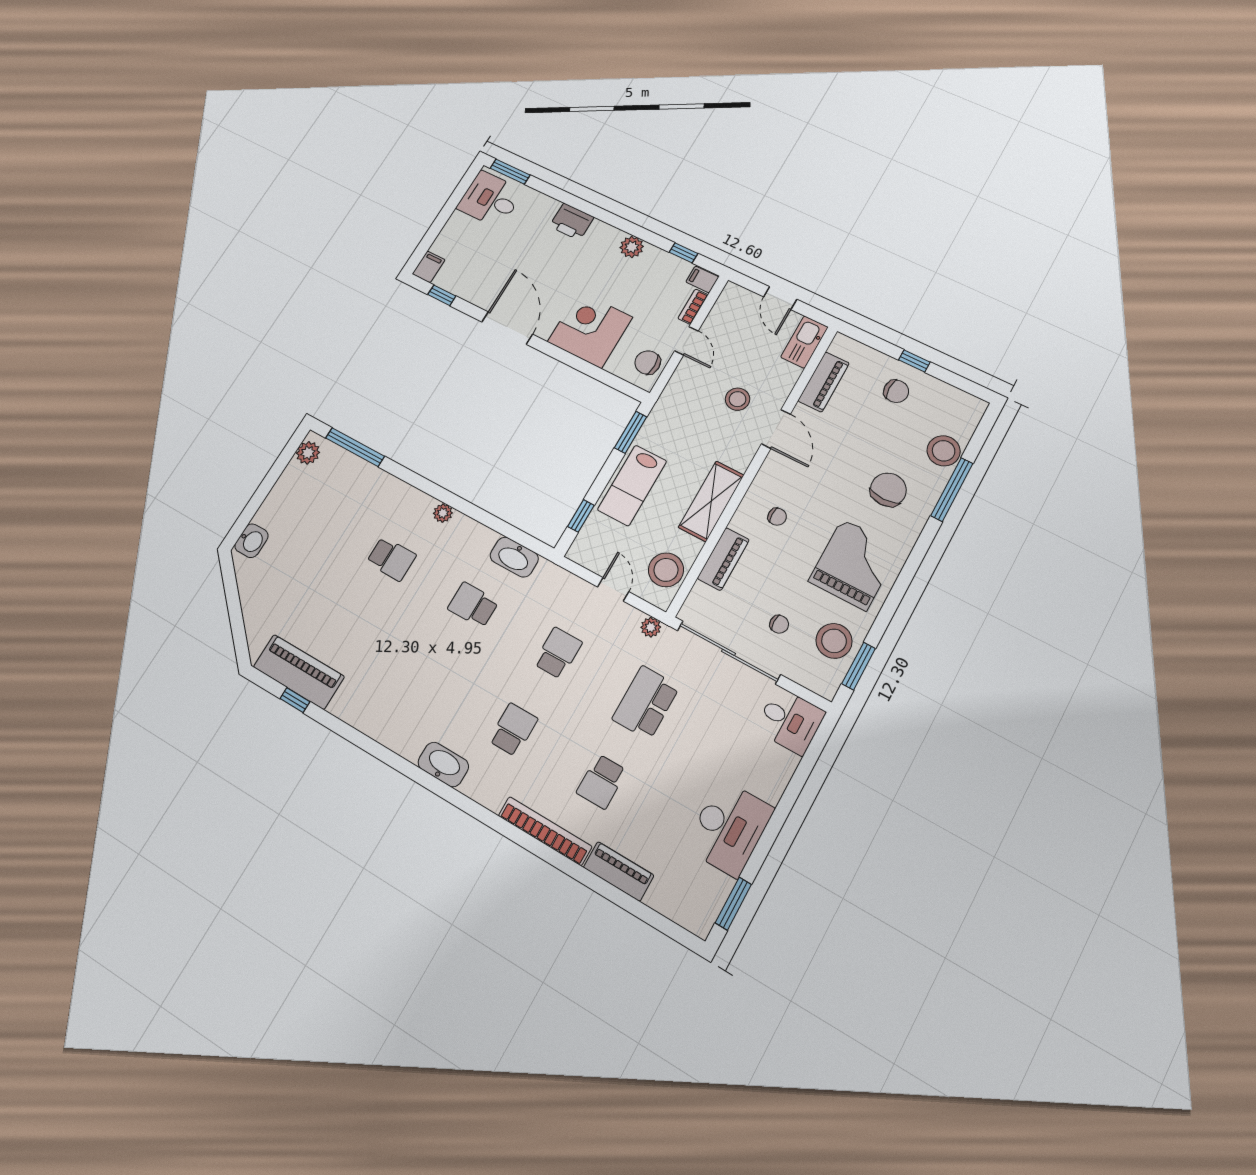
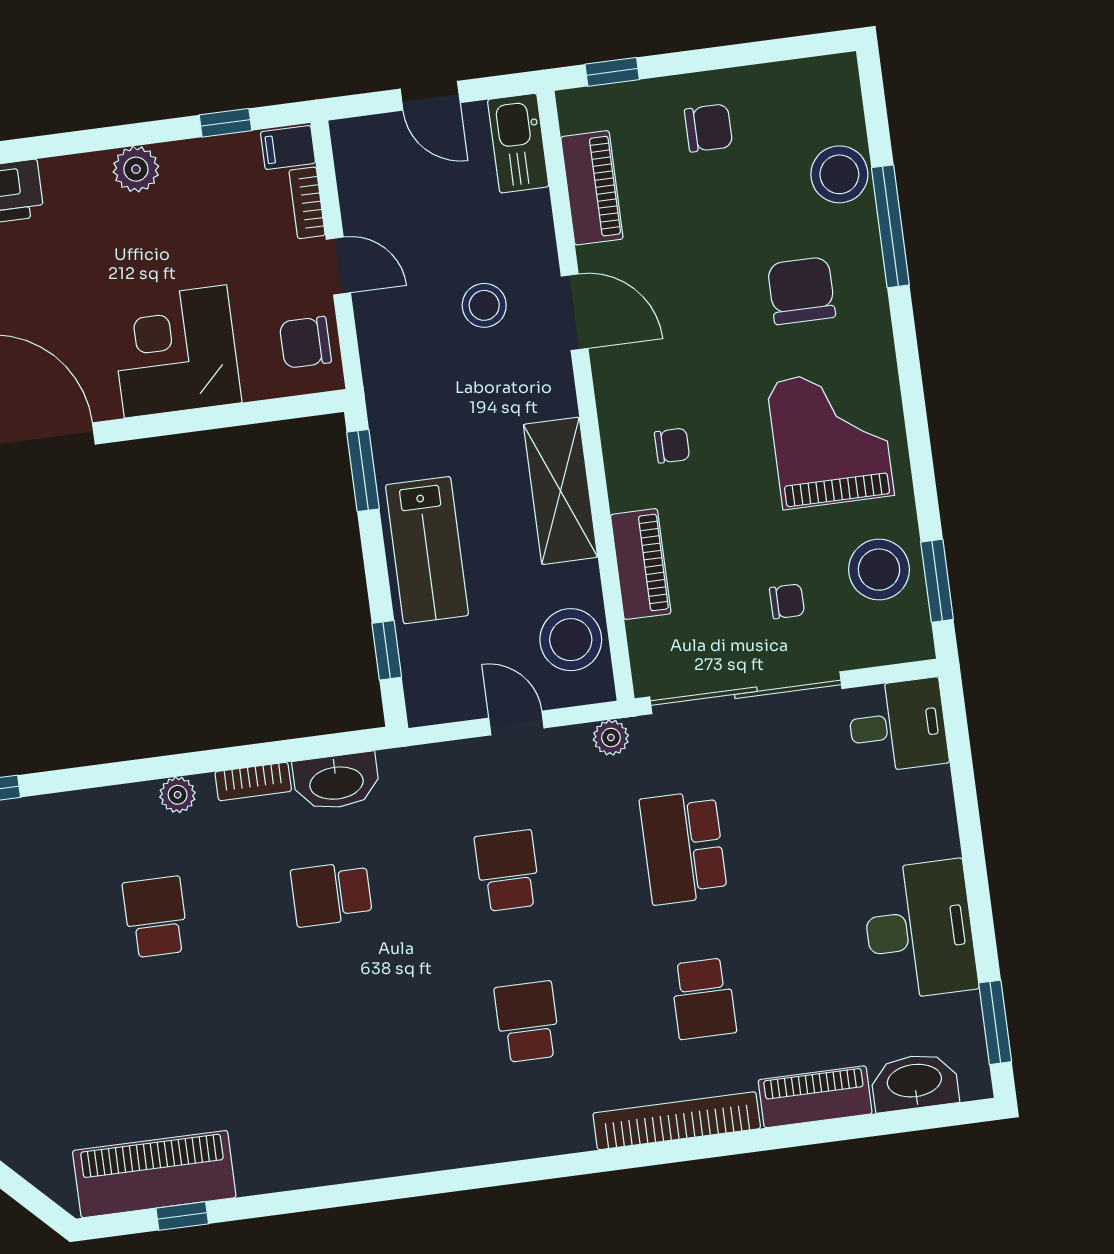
window: (914, 361) -> (612, 72), moved
bookcase: (479, 531) -> (253, 782), added
school desk: (391, 559) -> (156, 917), turned -90
washbasin: (443, 764) -> (915, 1082), moved

